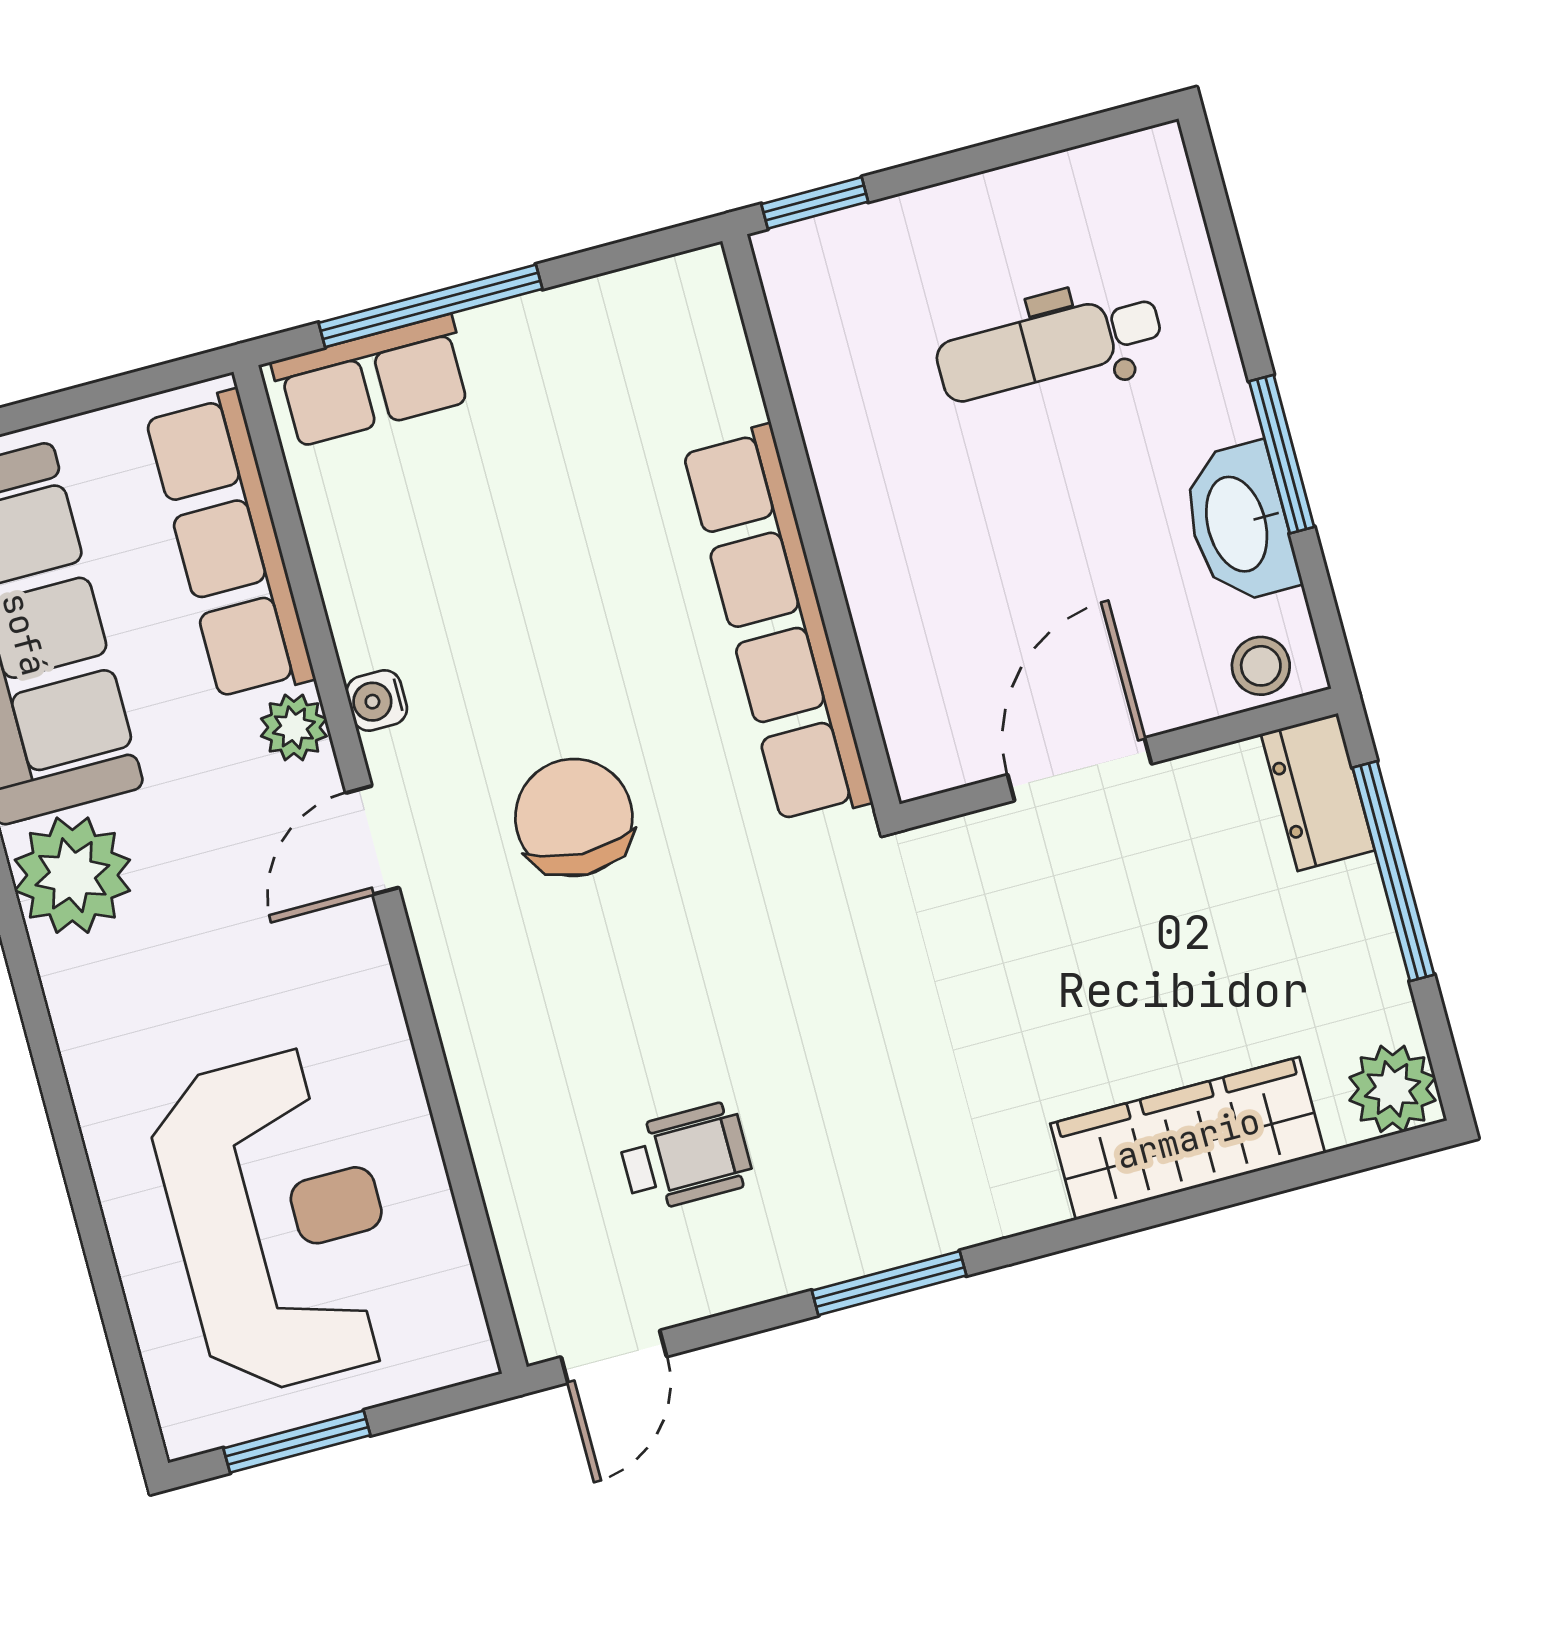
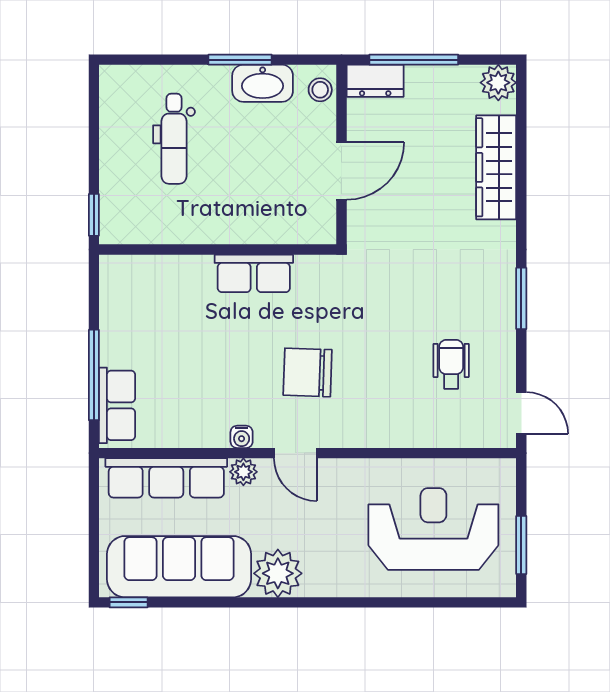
row of seats: (777, 625) -> (254, 273), width x0.50
door: (1080, 769) -> (341, 171), swing flipped

